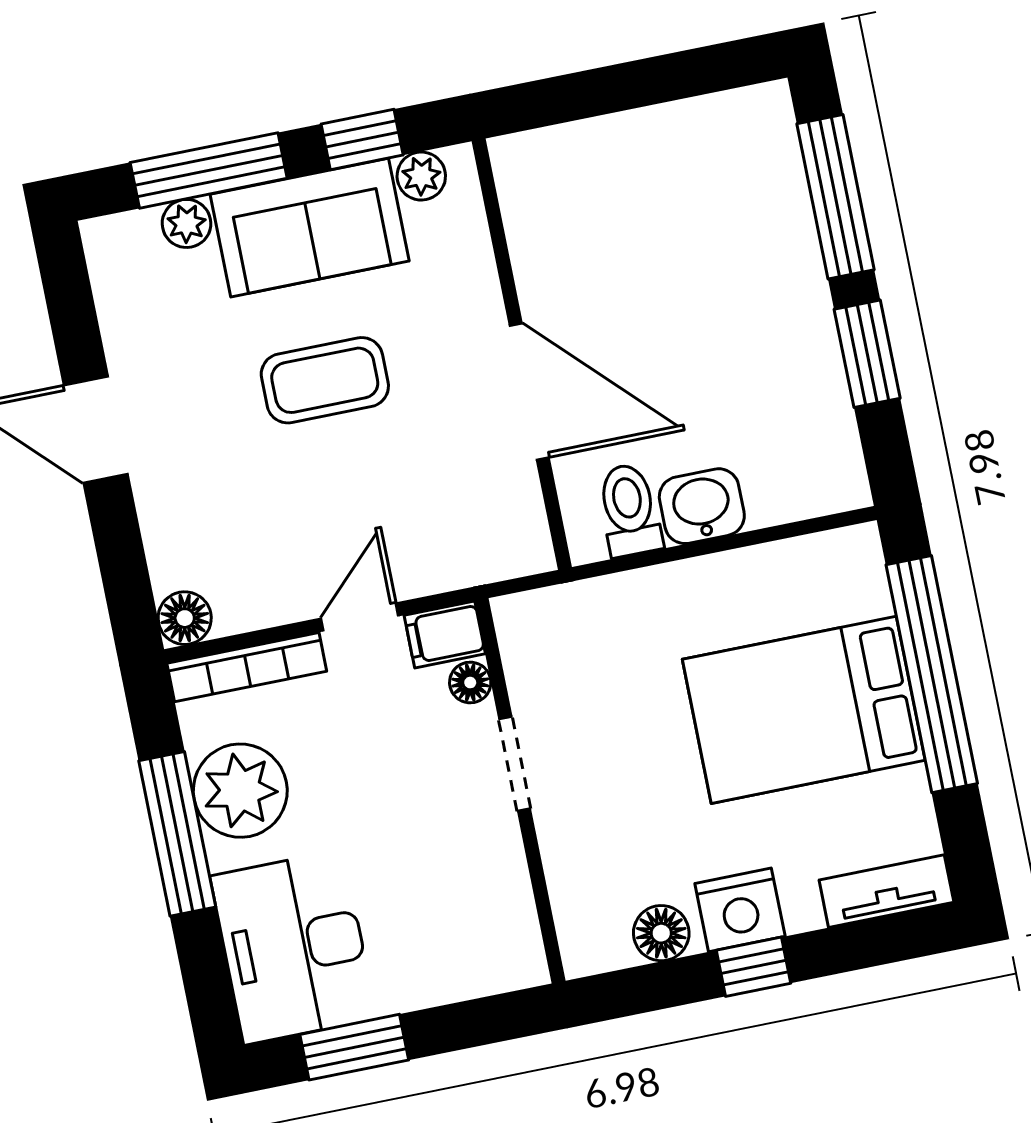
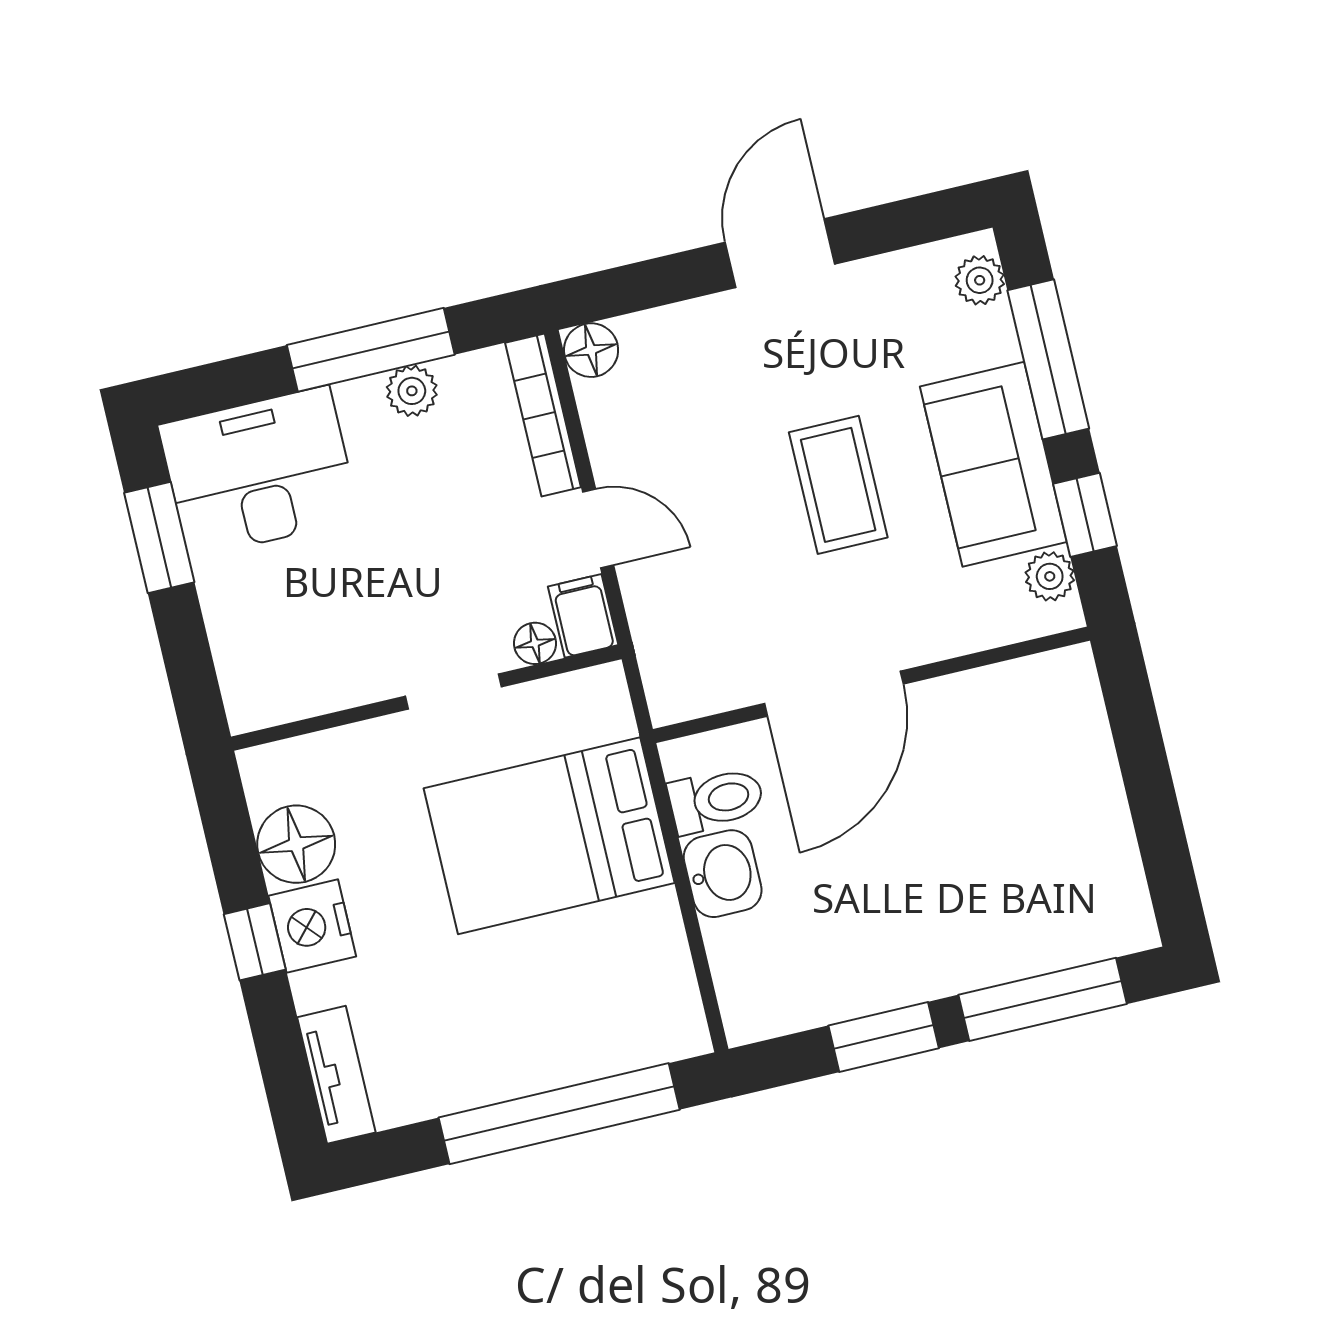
plant: (187, 223) -> (980, 280), moved
bed: (804, 710) -> (549, 836), moved, turned -90
plant: (240, 791) -> (412, 391), width x0.53, depth x0.53
floor lamp: (661, 933) -> (296, 844), width x1.38, depth x1.38

